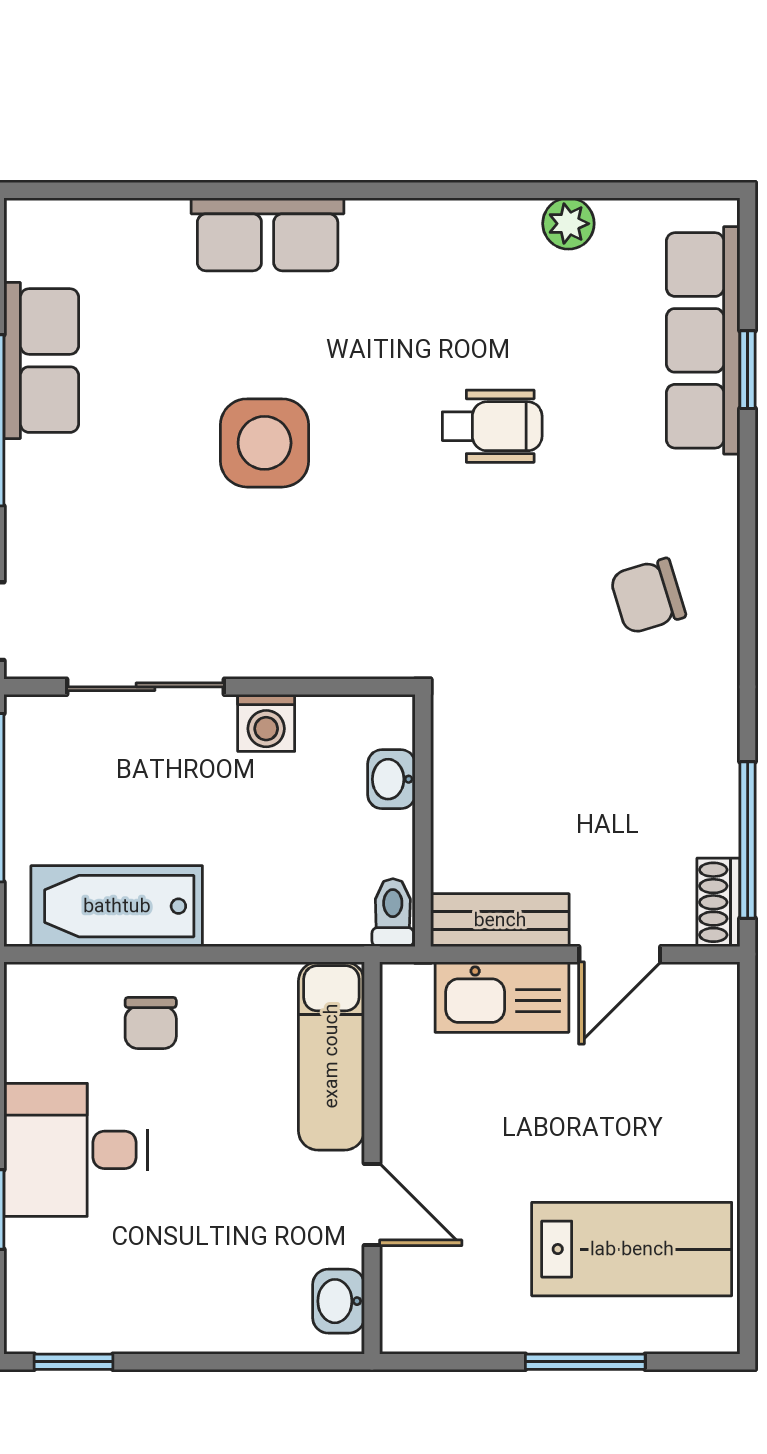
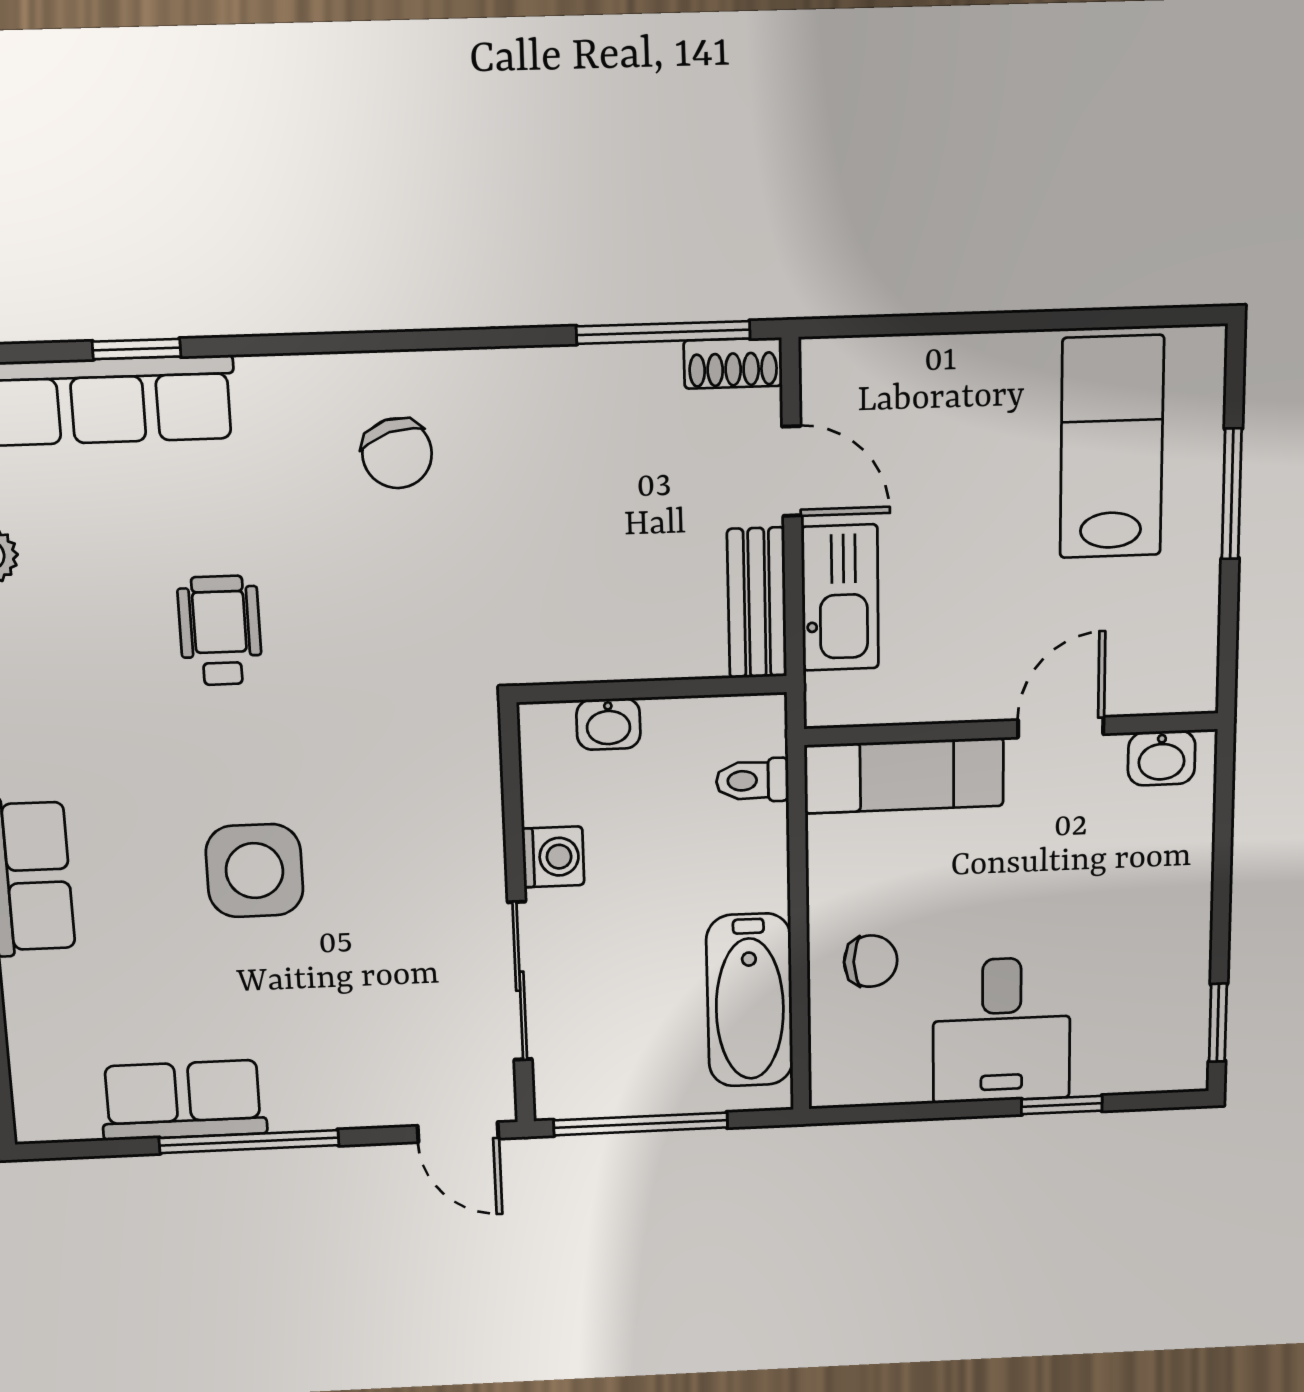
toilet: (393, 913) -> (752, 780), moved

